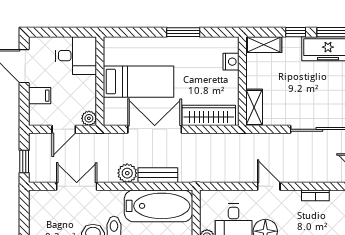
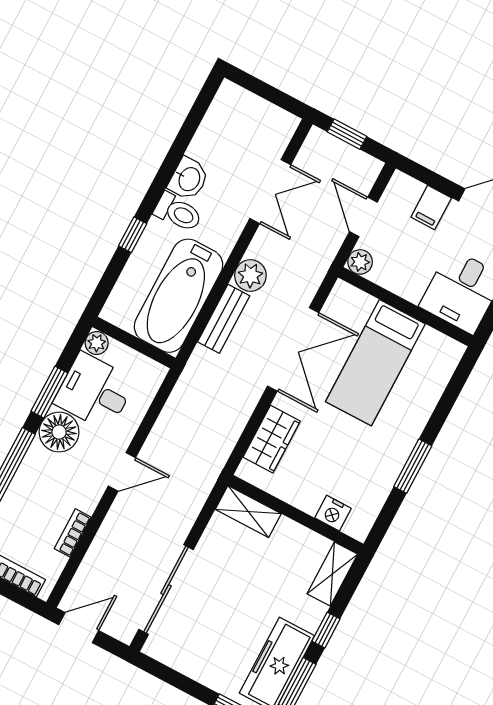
wardrobe: (209, 115) -> (272, 439), width x0.67

